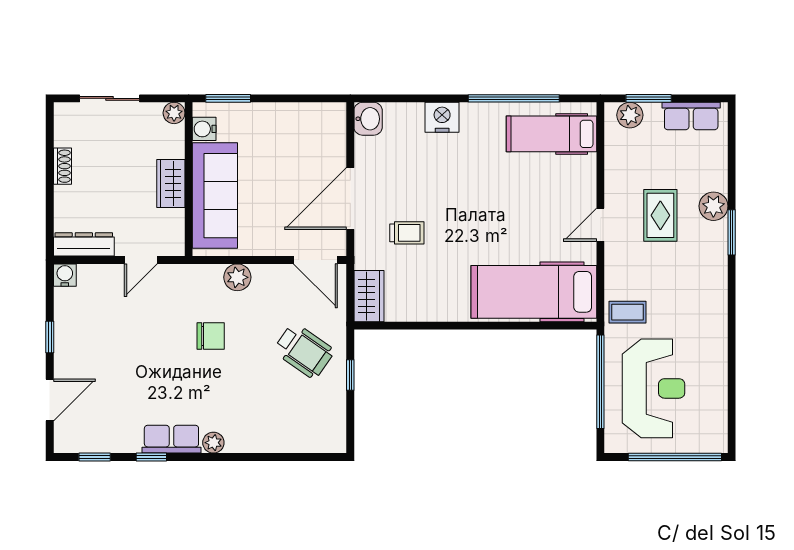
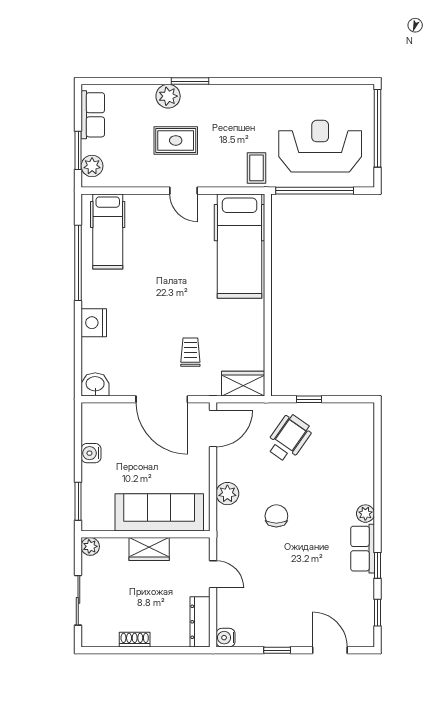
water cooler: (204, 129) -> (91, 453), moved, turned 90

